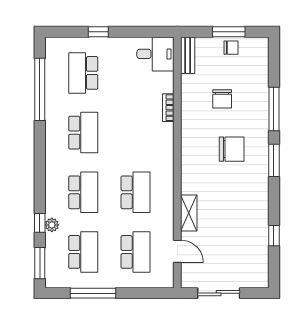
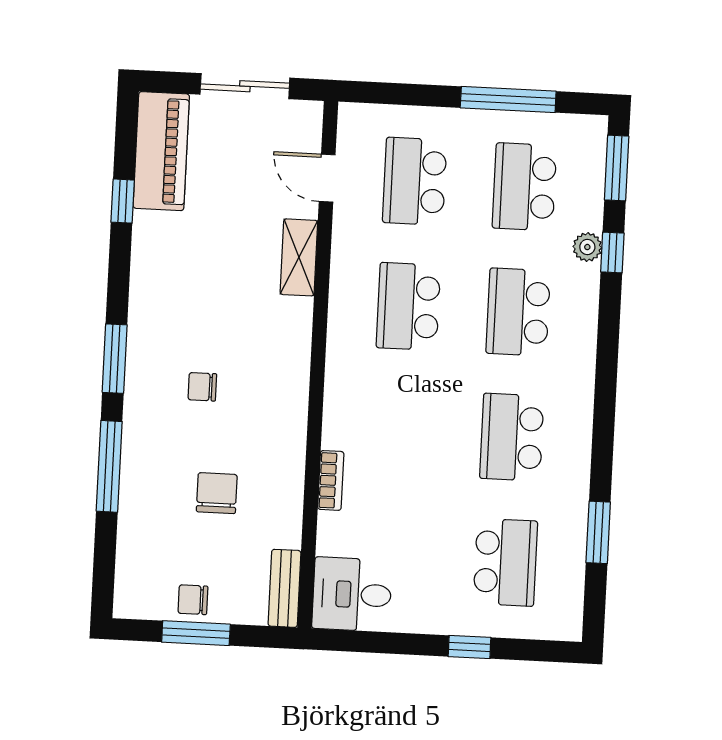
window: (40, 89) -> (598, 532), width x0.47
chair: (232, 149) -> (202, 387), width x0.54, depth x0.54
piano: (257, 260) -> (161, 151), added

